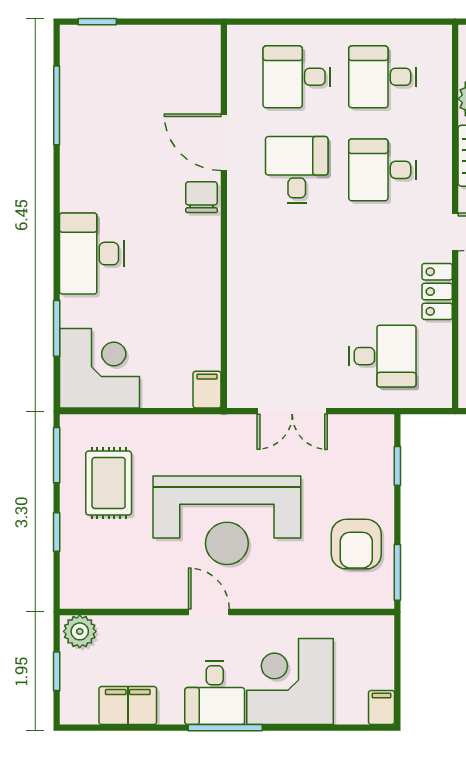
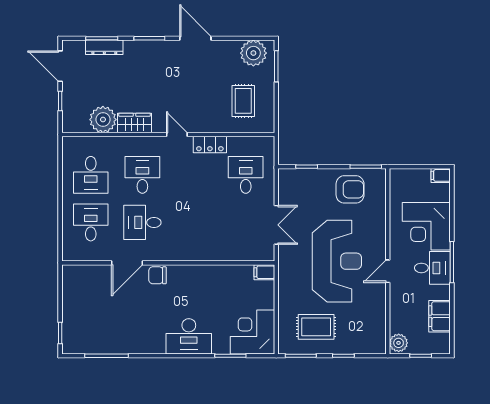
desk: (297, 77) -> (91, 222), turned 180
desk: (382, 170) -> (142, 175), turned 180

